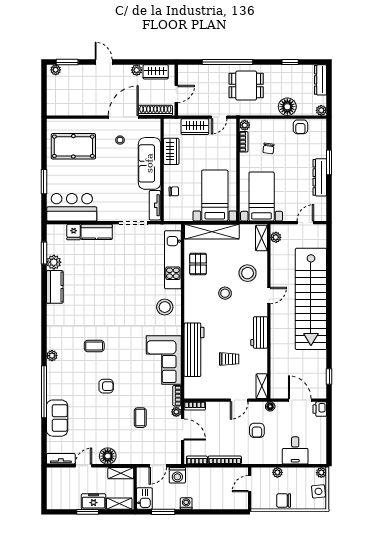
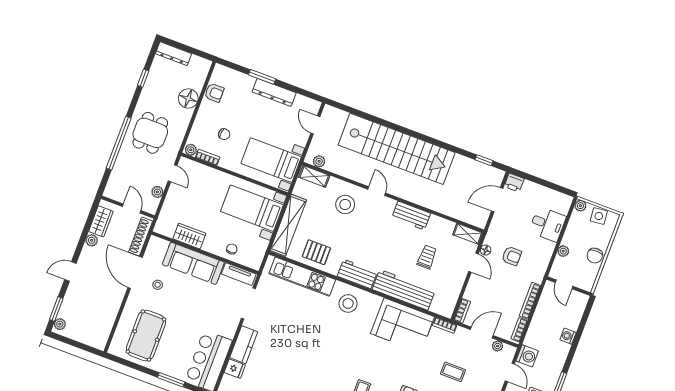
plant: (321, 110) -> (157, 192), moved
wardrobe: (195, 127) -> (173, 202), removed
stool: (225, 293) -> (357, 236), removed
workbench: (193, 306) -> (357, 274), added
floor lamp: (270, 406) -> (486, 250), moved
plant: (176, 412) -> (498, 346), moved
washing machine: (186, 503) -> (568, 336), moved

